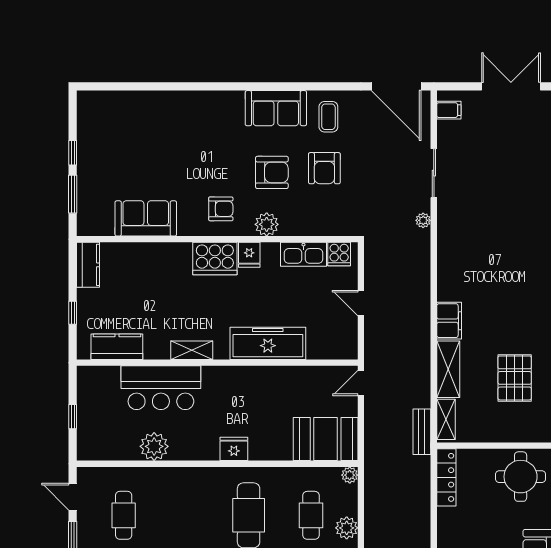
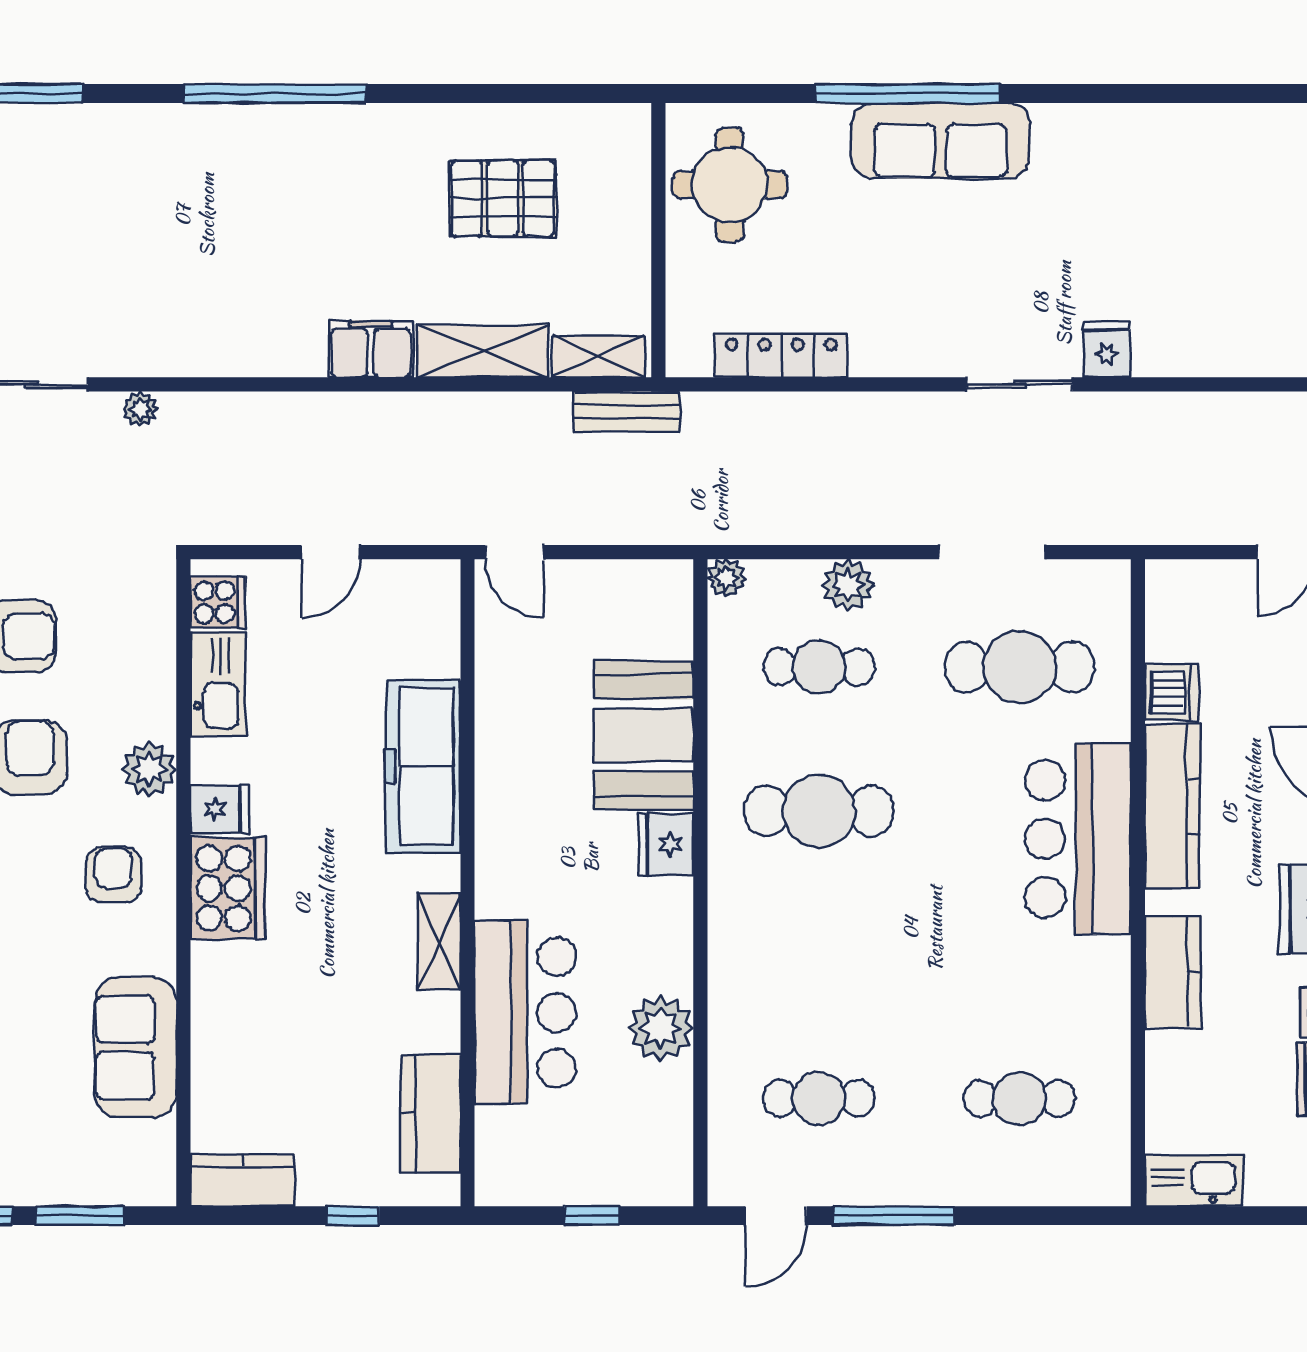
booth: (326, 439) -> (643, 735), moved
locker: (446, 477) -> (781, 356), moved

